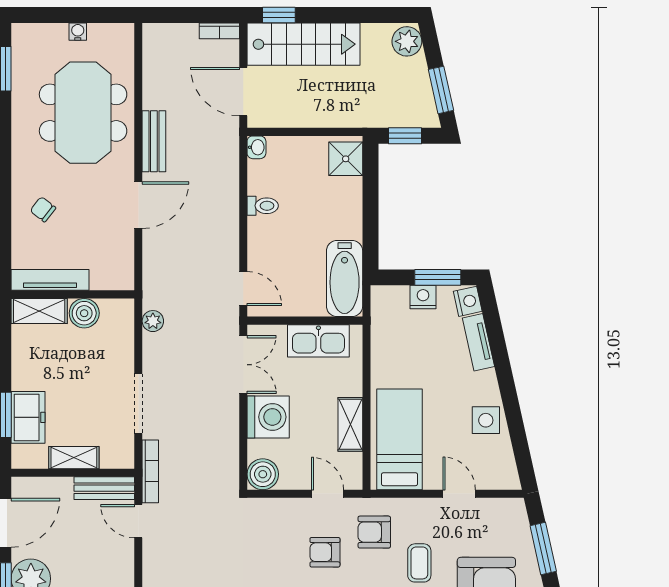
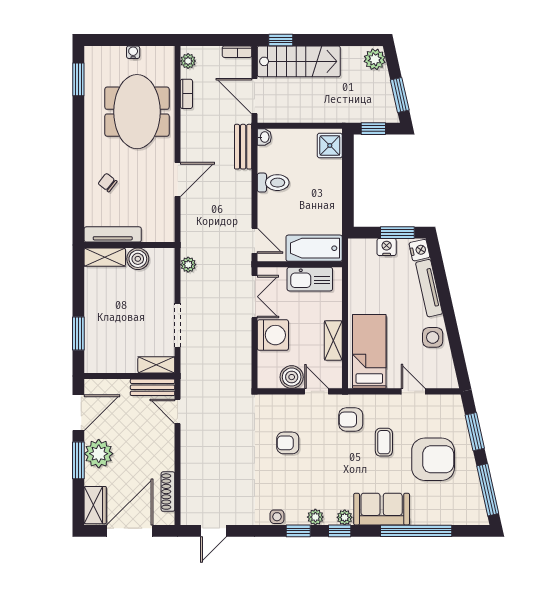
plant: (153, 44) -> (188, 61), added
bench: (154, 141) -> (243, 147), moved
toilet: (263, 206) -> (273, 183), width x1.37, depth x1.39
bathtub: (345, 279) -> (314, 248), moved, turned 90
tv unit: (478, 342) -> (429, 288), width x1.41
freezer: (28, 417) -> (97, 335), removed
shelving: (74, 458) -> (156, 365), moved
bookcase: (150, 471) -> (186, 94), moved, width x0.64
boiler: (263, 474) -> (292, 377), moved
armchair: (325, 552) -> (288, 443), moved

